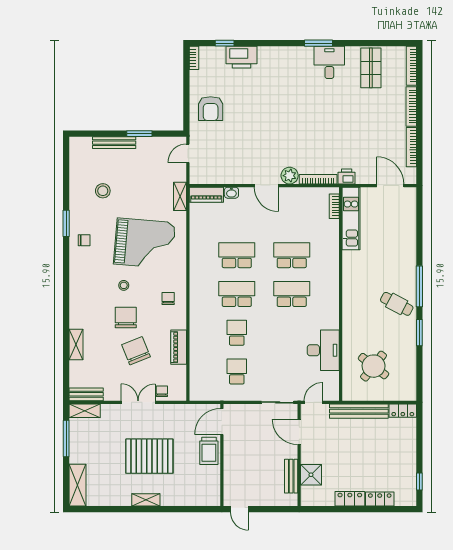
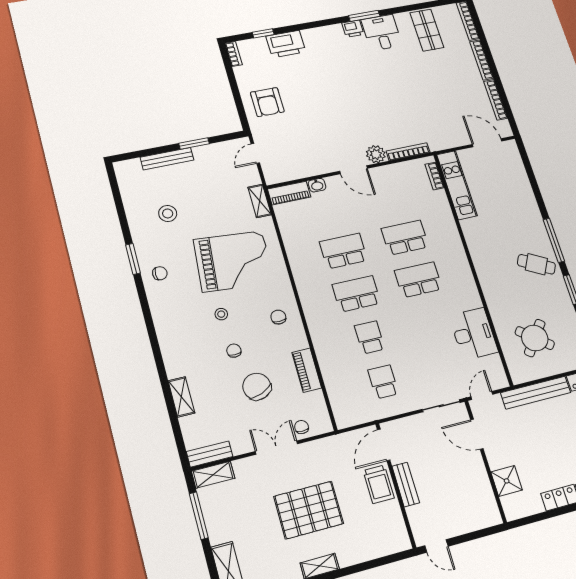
printer: (347, 177) -> (353, 29), moved, turned 180
chair: (126, 317) -> (234, 351), width x0.54, depth x0.54
bench: (291, 476) -> (406, 484), moved

